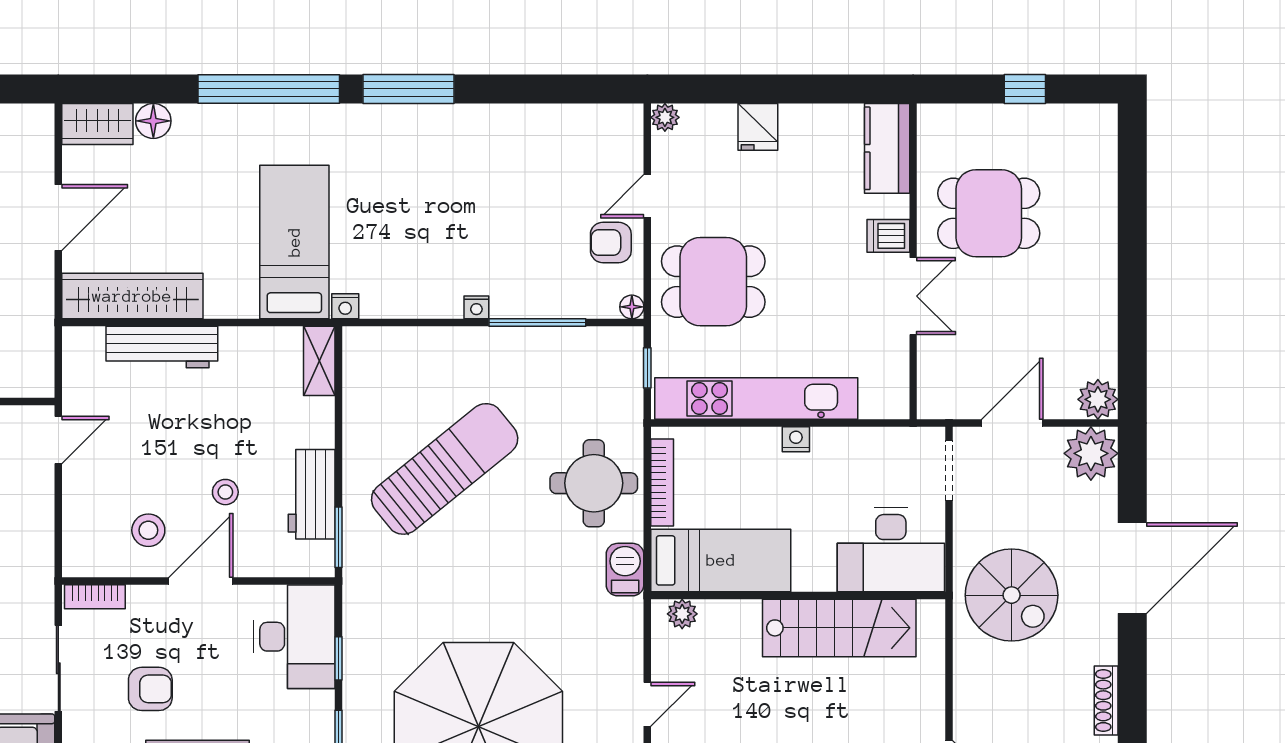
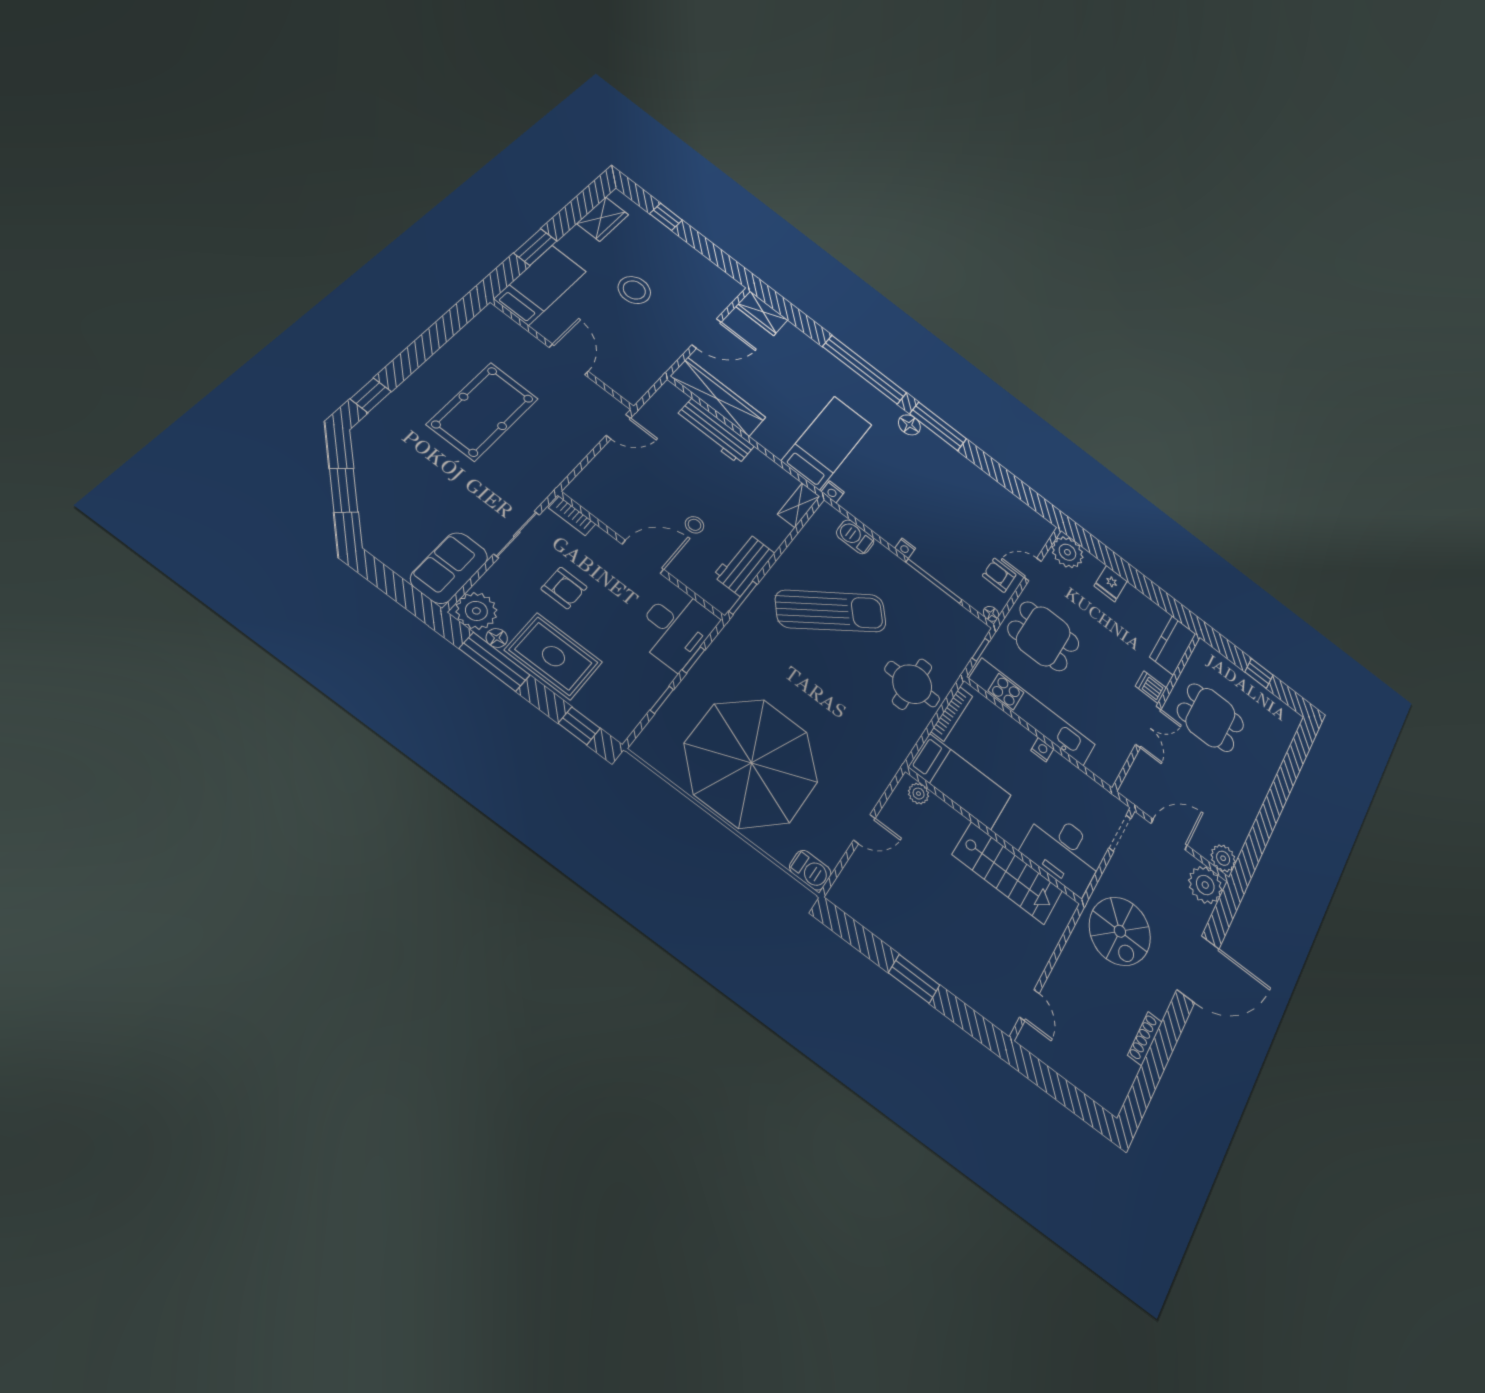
plant: (665, 117) -> (1067, 552), width x1.88, depth x1.88
floor lamp: (153, 121) -> (909, 425), moved
stool: (148, 530) -> (633, 508), removed
barbecue: (625, 570) -> (855, 537), moved, turned -90

